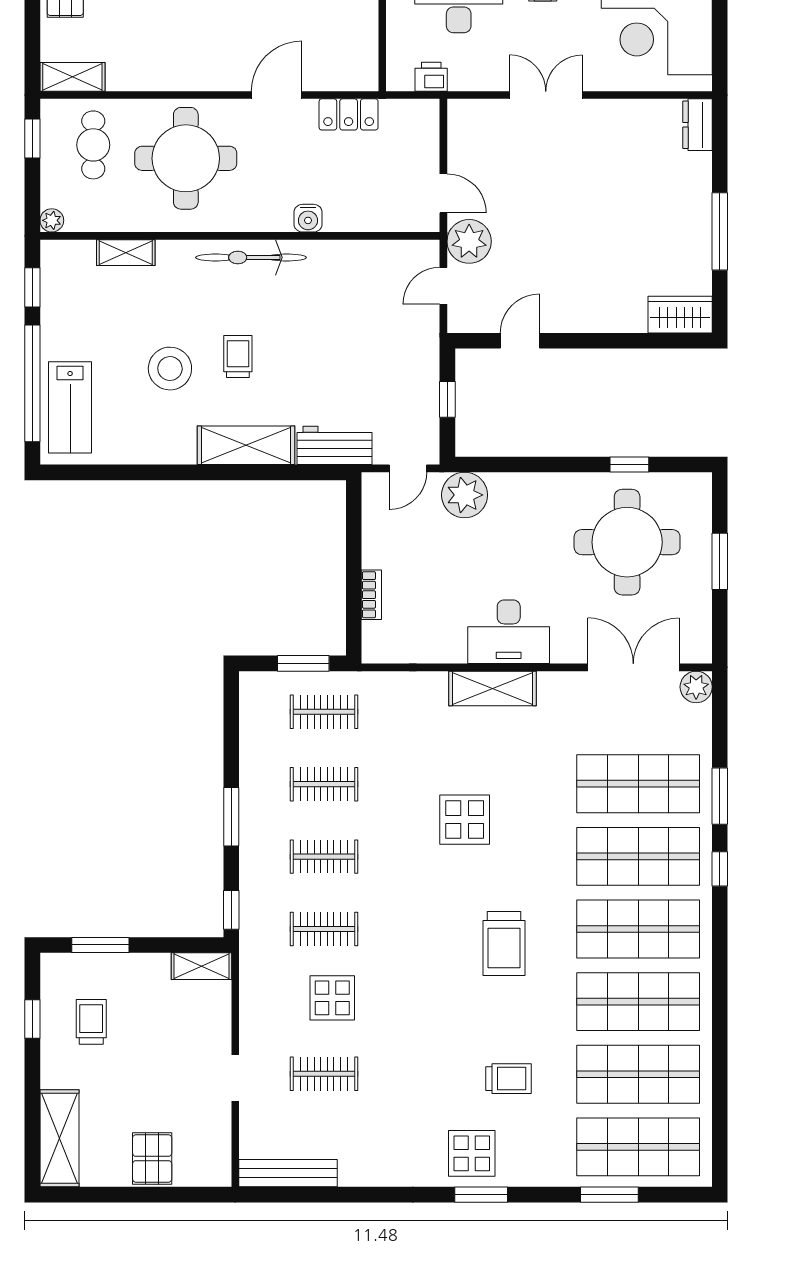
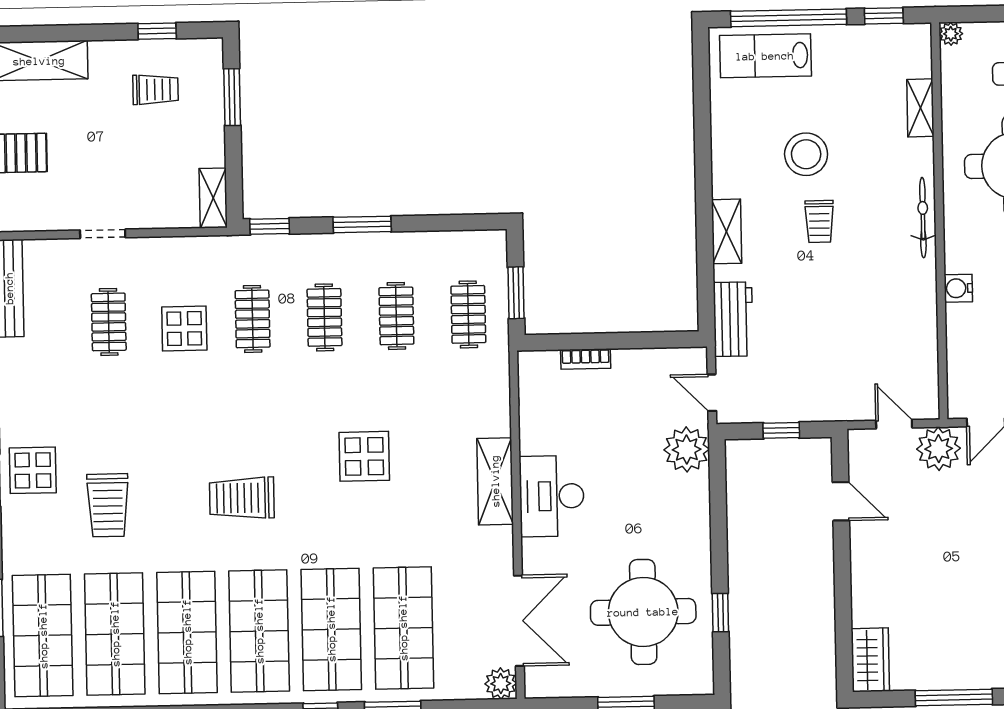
bicycle: (251, 257) -> (923, 218), width x0.73, depth x0.71
trolley: (238, 357) -> (819, 221), turned 90
shelving: (246, 445) -> (727, 231), width x0.67, depth x0.75
trolley: (508, 1079) -> (108, 505), width x1.36, depth x1.39

